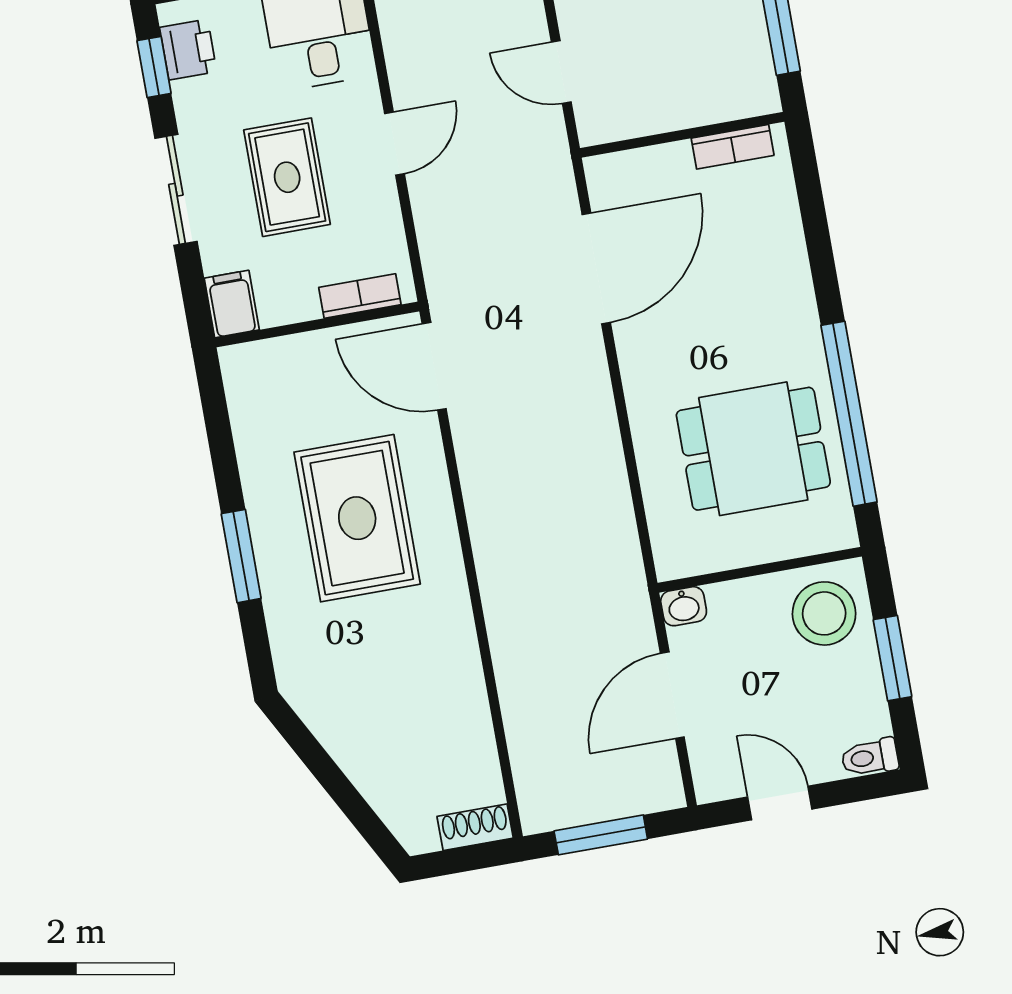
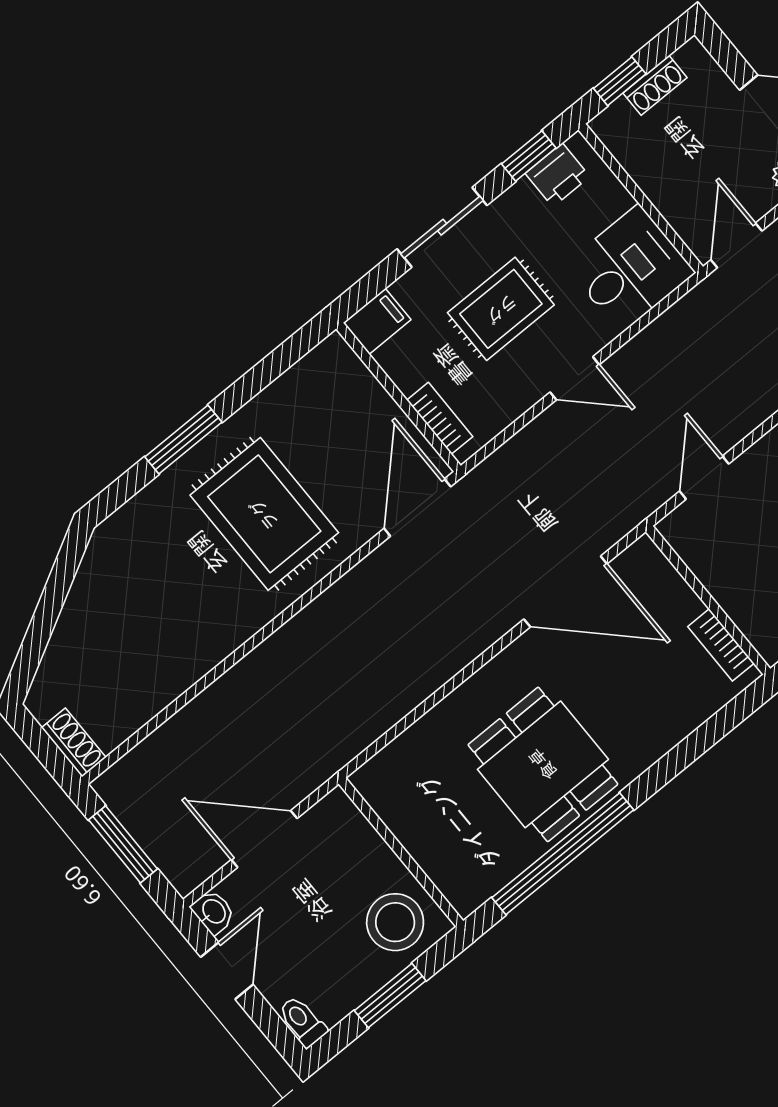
dining table: (753, 449) -> (543, 764), moved
rug: (357, 518) -> (264, 514), turned 90
washbasin: (684, 606) -> (213, 912), moved, turned 180

